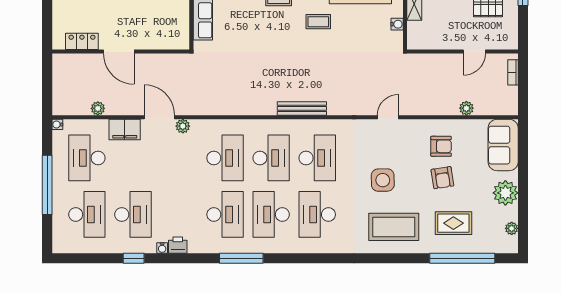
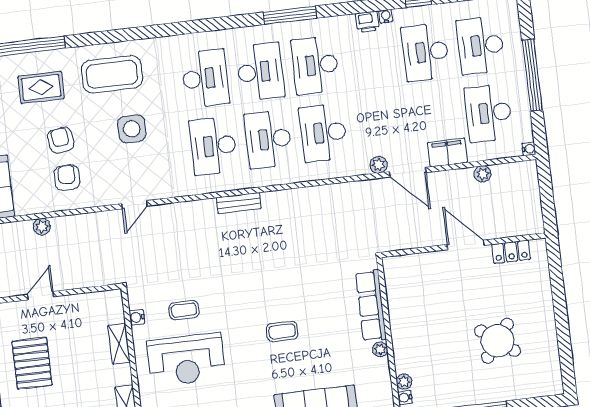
coffee table: (318, 22) -> (184, 310), moved
bench: (302, 108) -> (239, 203), width x0.73
armchair: (441, 146) -> (67, 178), turned 90
desk: (87, 158) -> (489, 113), turned 180

